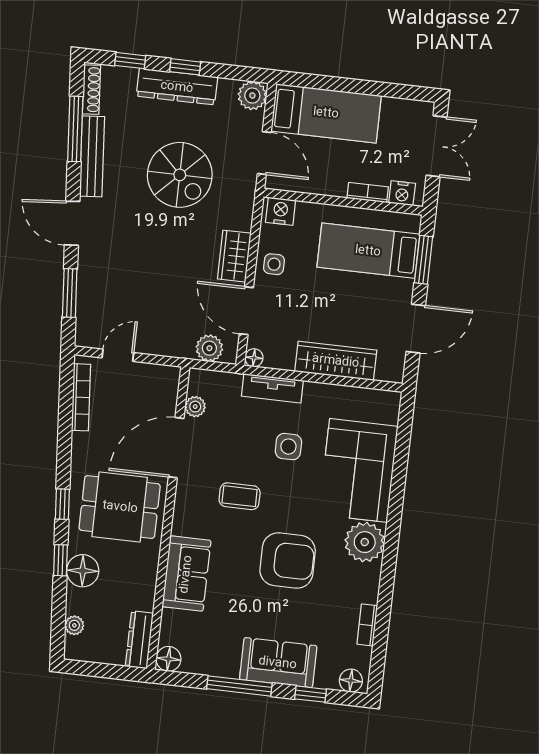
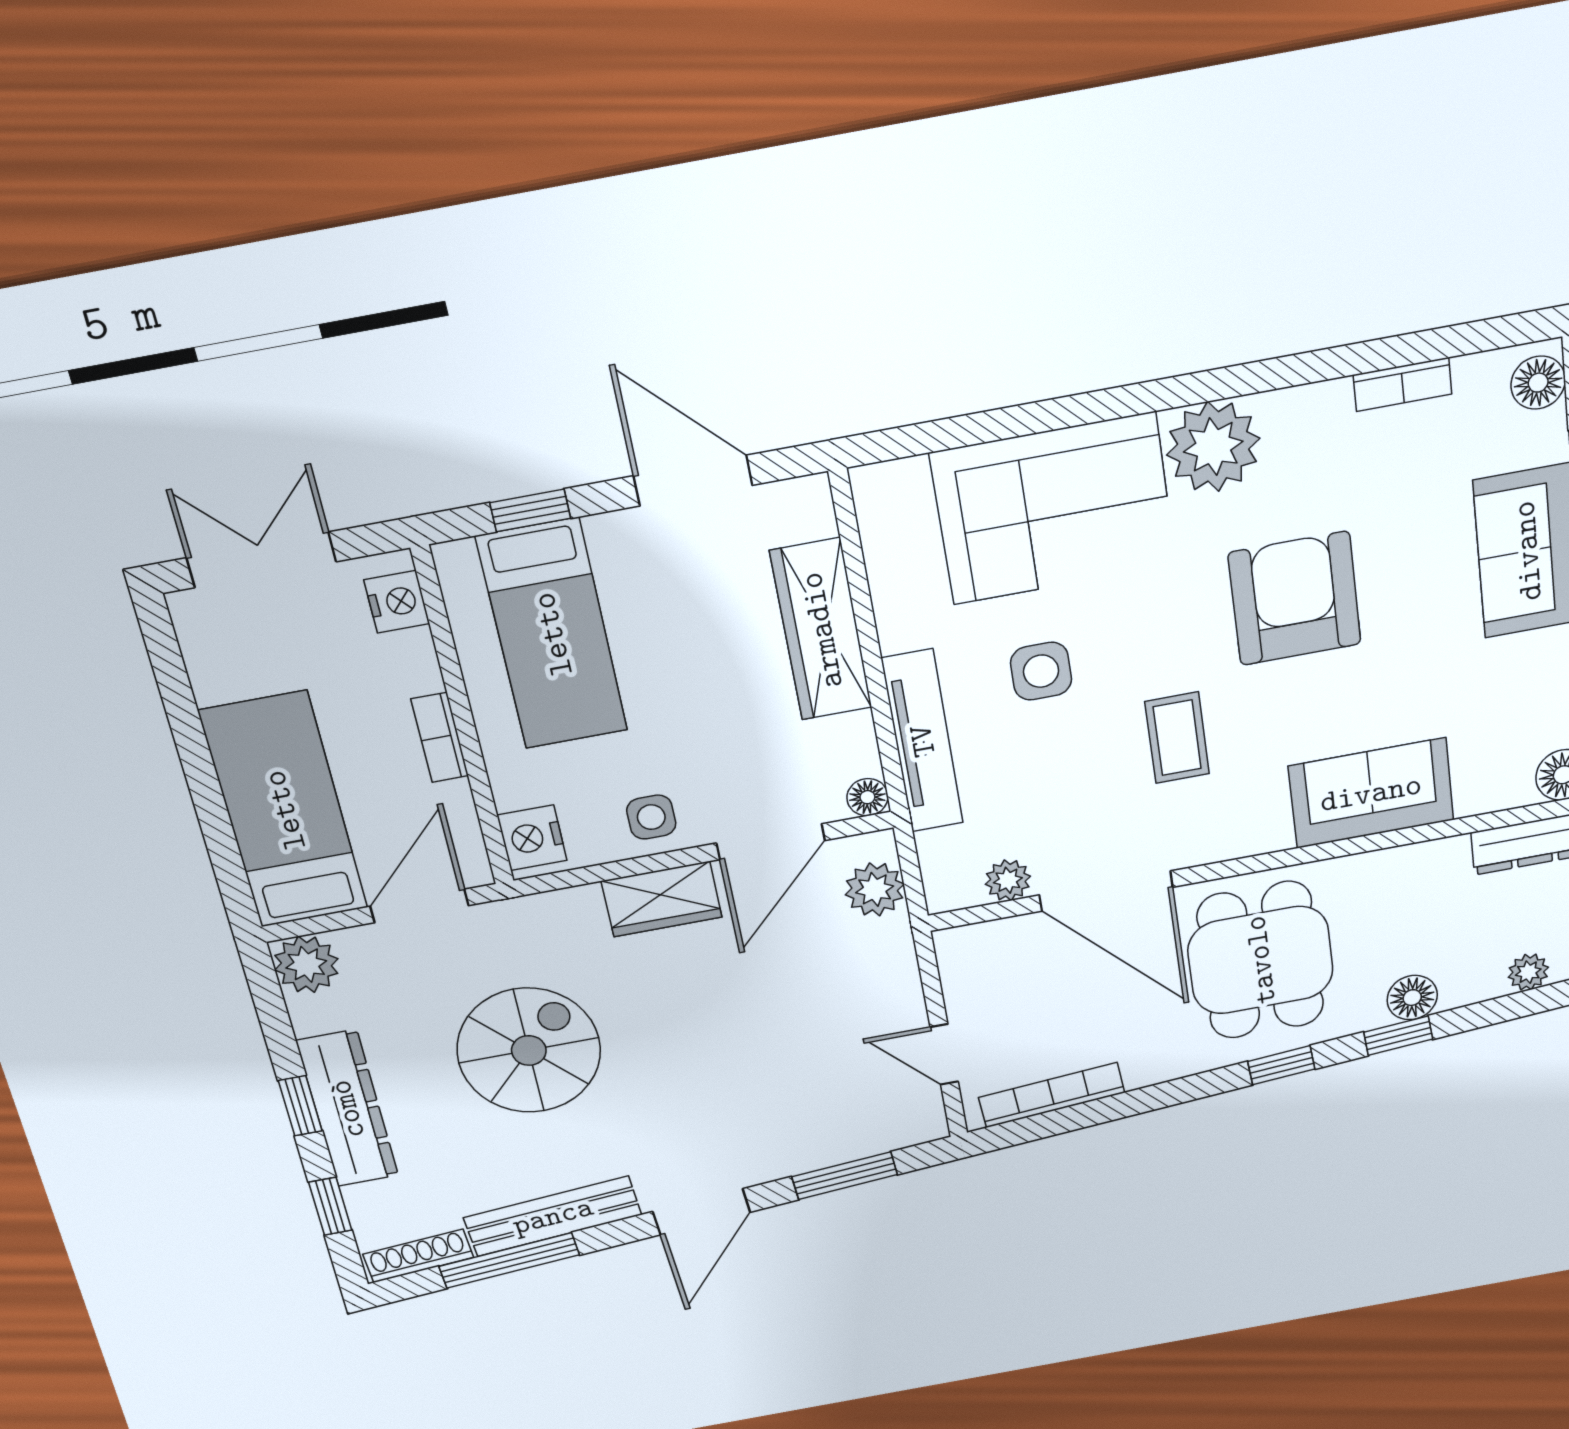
bookcase: (368, 193) -> (440, 737), moved
window: (424, 260) -> (530, 510), width x0.67
tv unit: (272, 388) -> (922, 741), width x1.41
floor lamp: (83, 571) -> (1412, 998), width x0.73, depth x0.73

